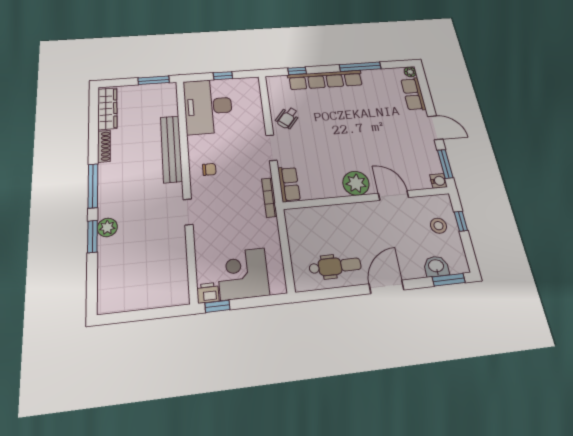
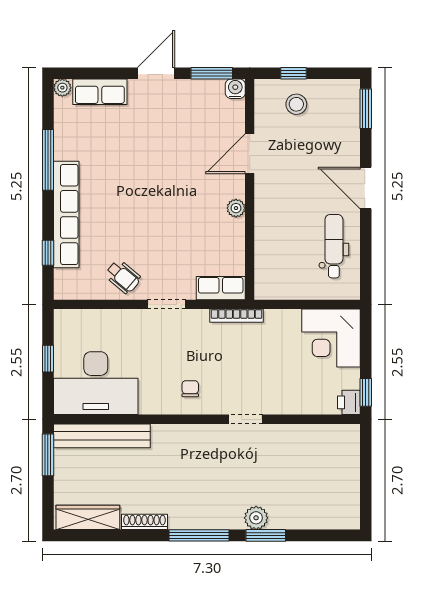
bench: (171, 149) -> (102, 436), moved
plant: (356, 183) -> (236, 208), width x0.53, depth x0.53
washbasin: (436, 266) -> (348, 120), removed
corner desk: (243, 274) -> (331, 338), moved

